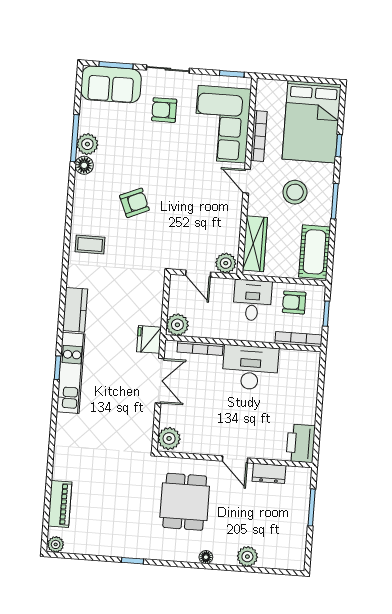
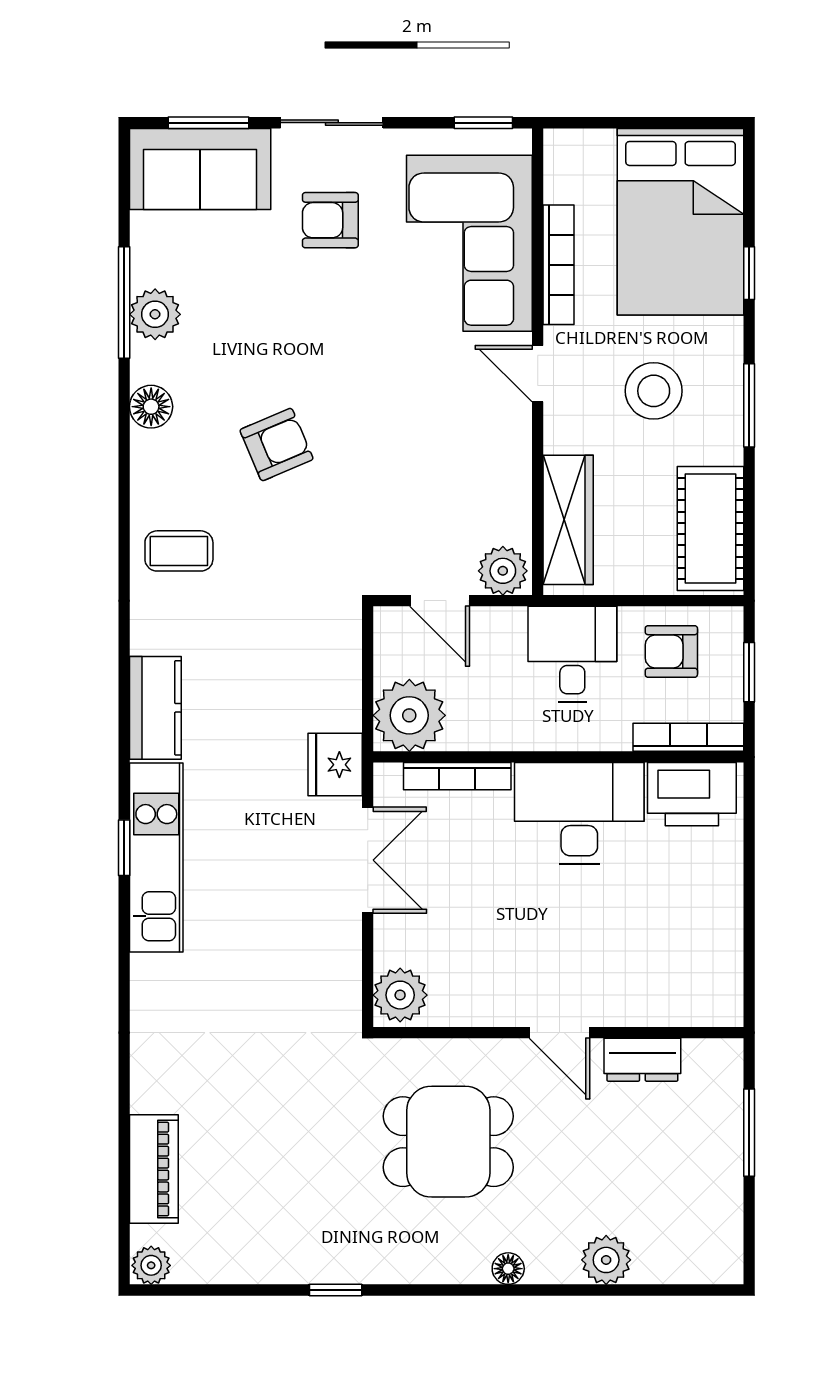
floor lamp: (84, 165) -> (151, 407), moved
plant: (177, 325) -> (409, 715), width x1.36, depth x1.36
printer: (301, 443) -> (692, 794), moved, turned -90
dining table: (185, 502) -> (448, 1142), turned 90

